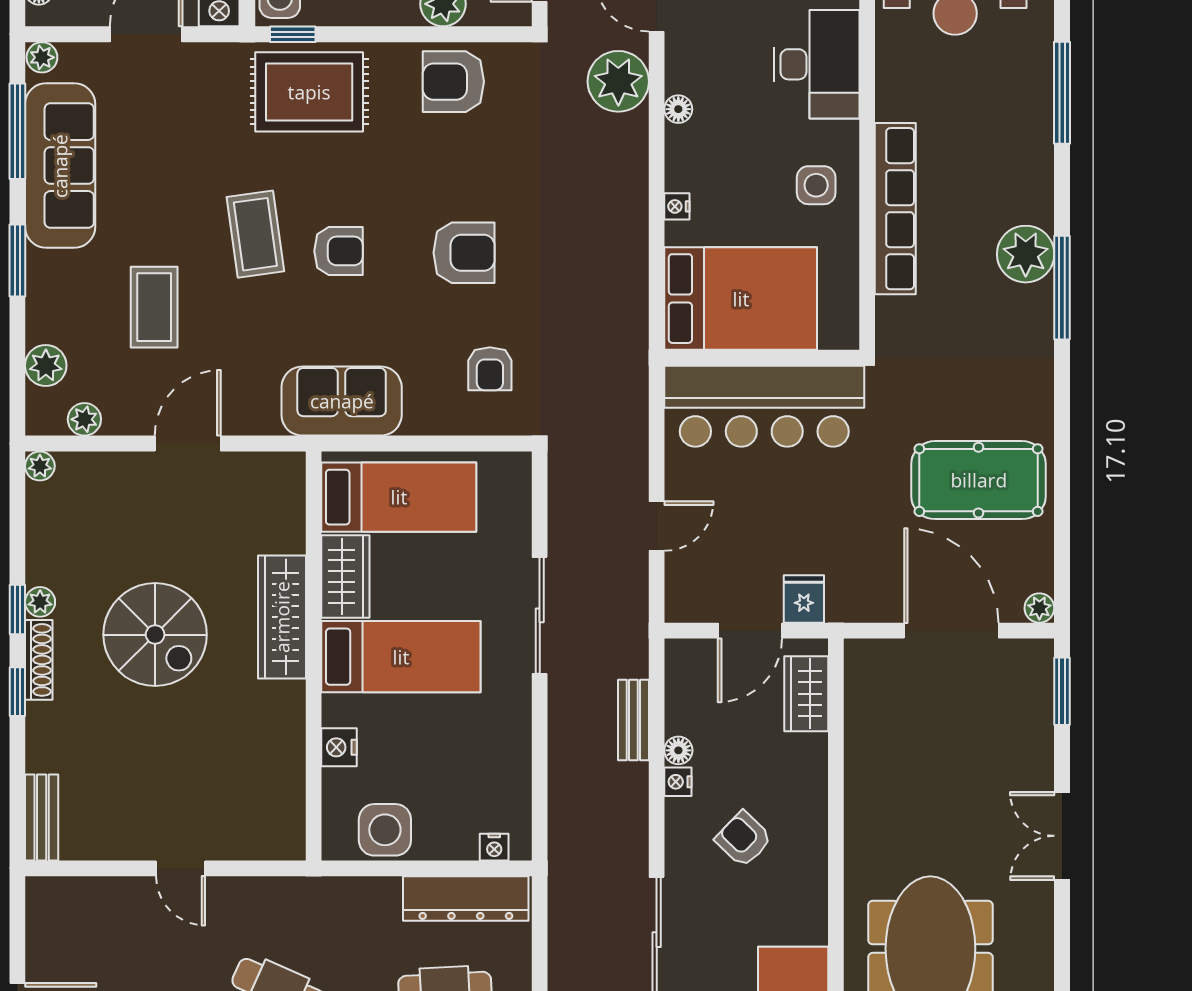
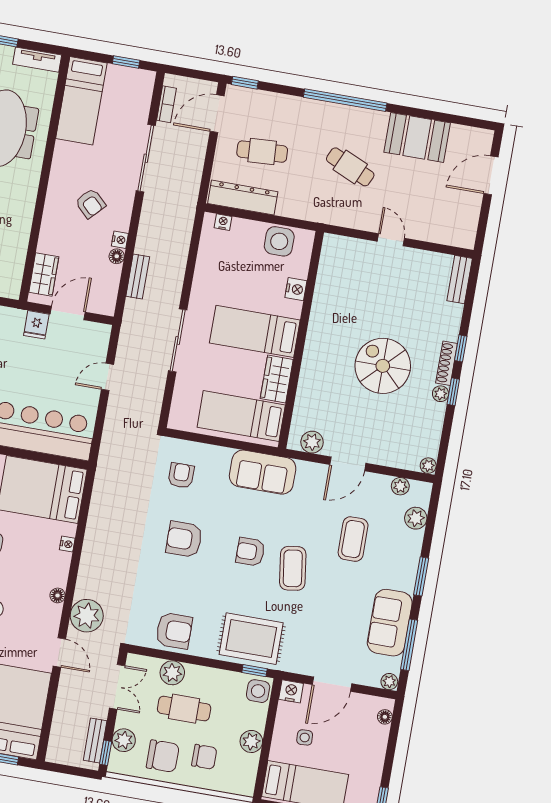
sofa: (60, 166) -> (390, 623), width x0.73
plant: (260, 472) -> (312, 442), added
wardrobe: (282, 617) -> (314, 363), removed

